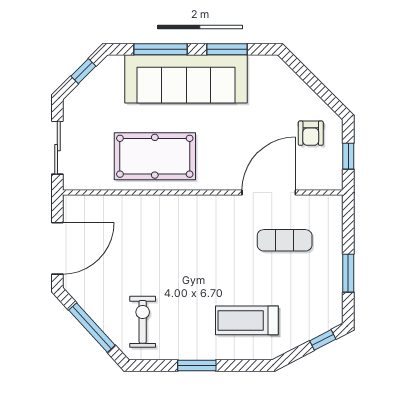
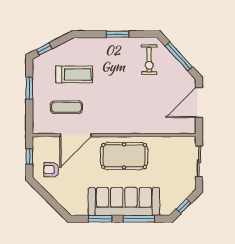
armchair: (311, 133) -> (51, 170), turned -90
pool table: (155, 156) -> (124, 156), moved
treadmill: (247, 320) -> (74, 74), moved

